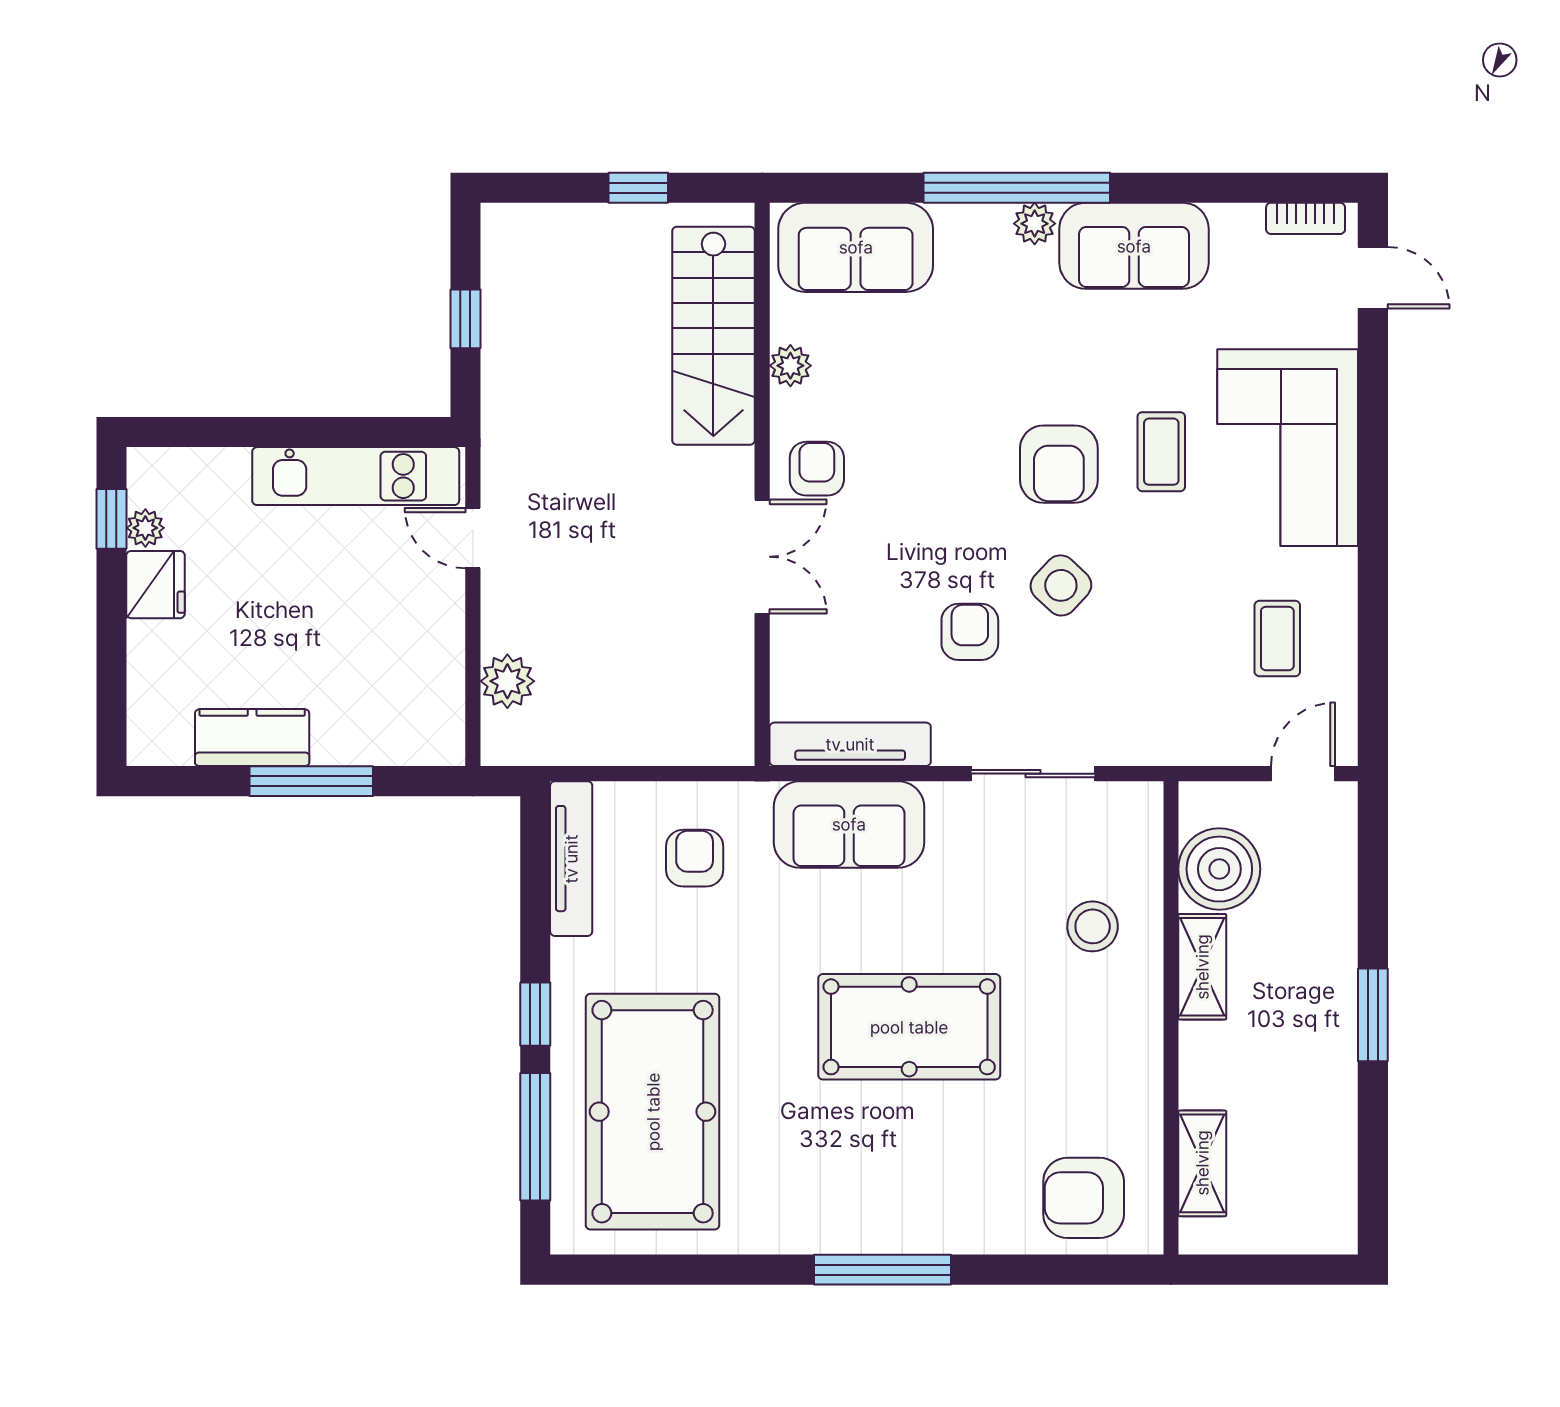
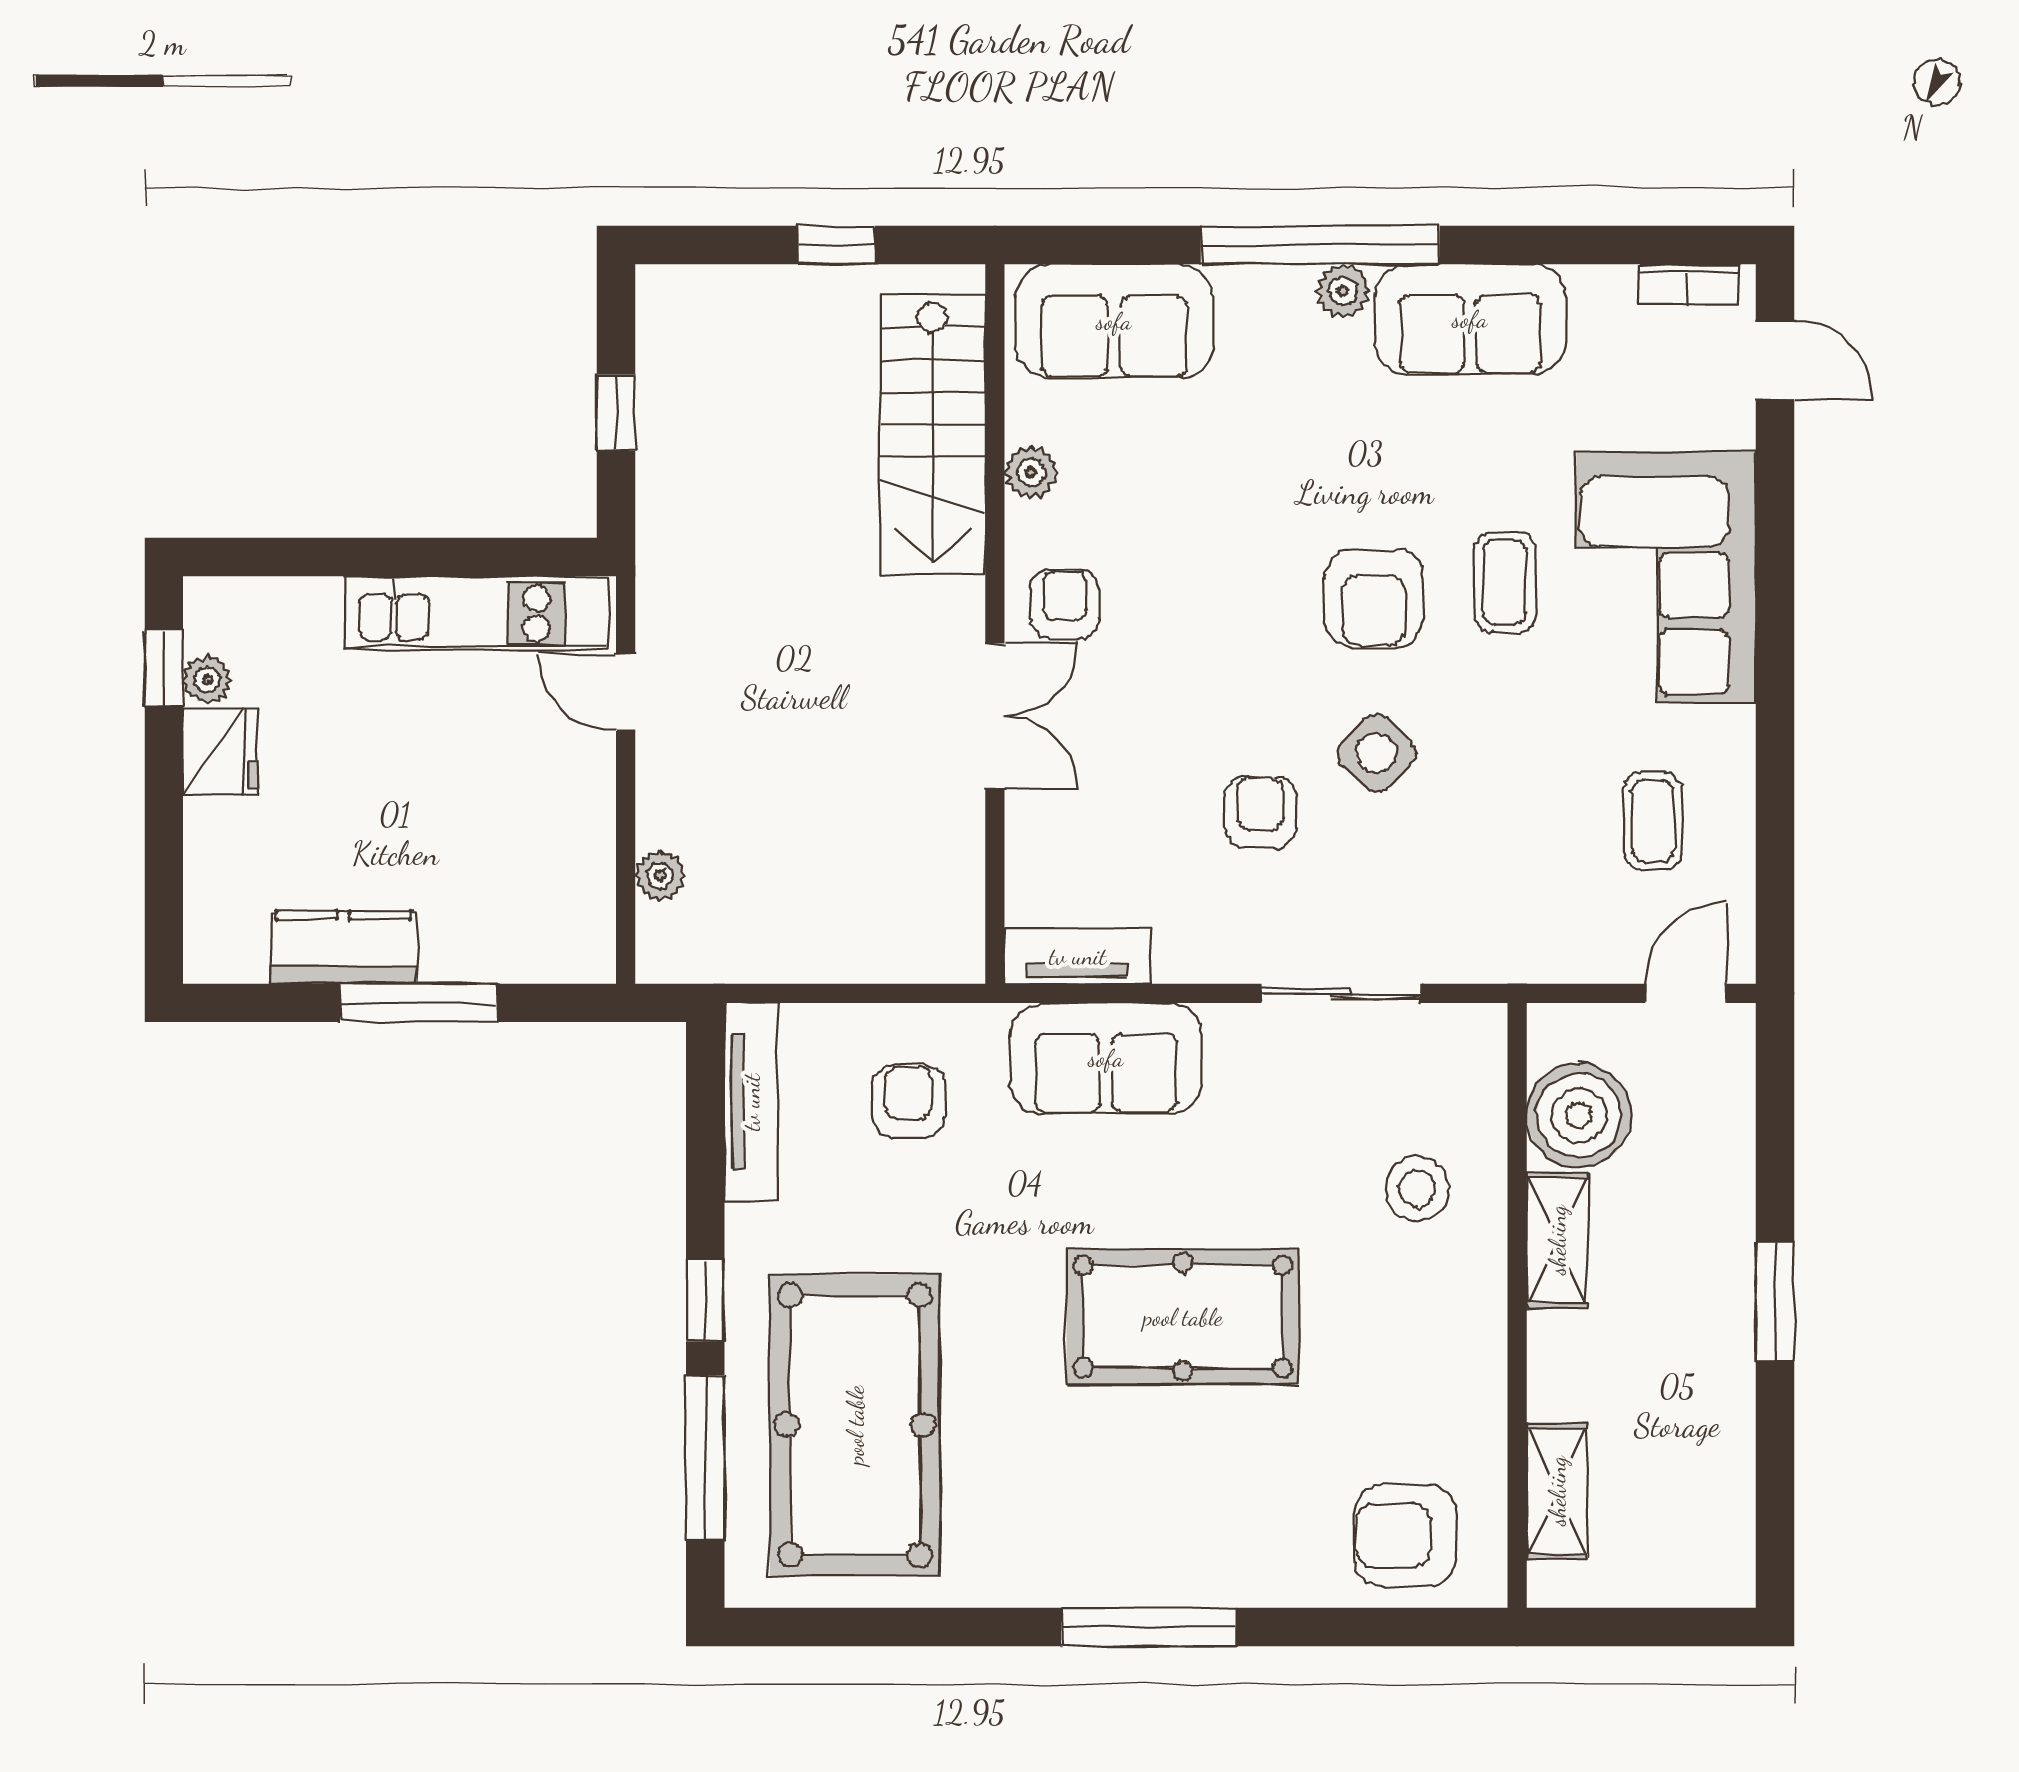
plant: (507, 681) -> (660, 875), width x0.73, depth x0.73
tv unit: (850, 744) -> (1078, 956), width x0.71

